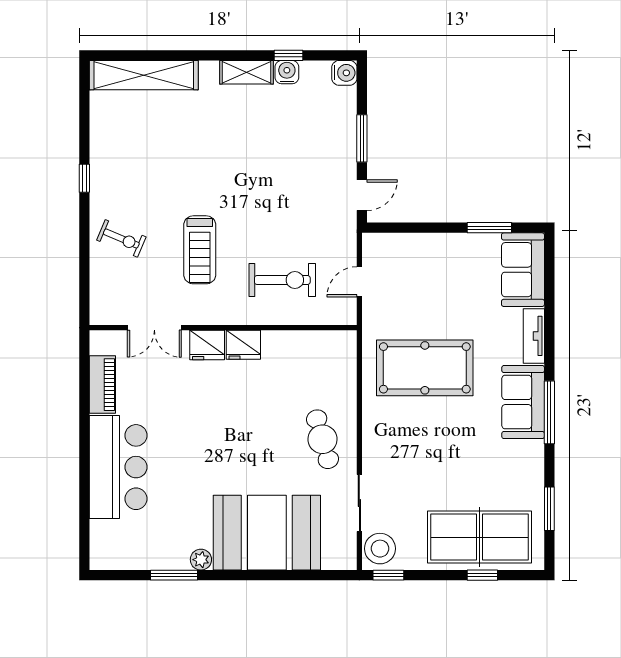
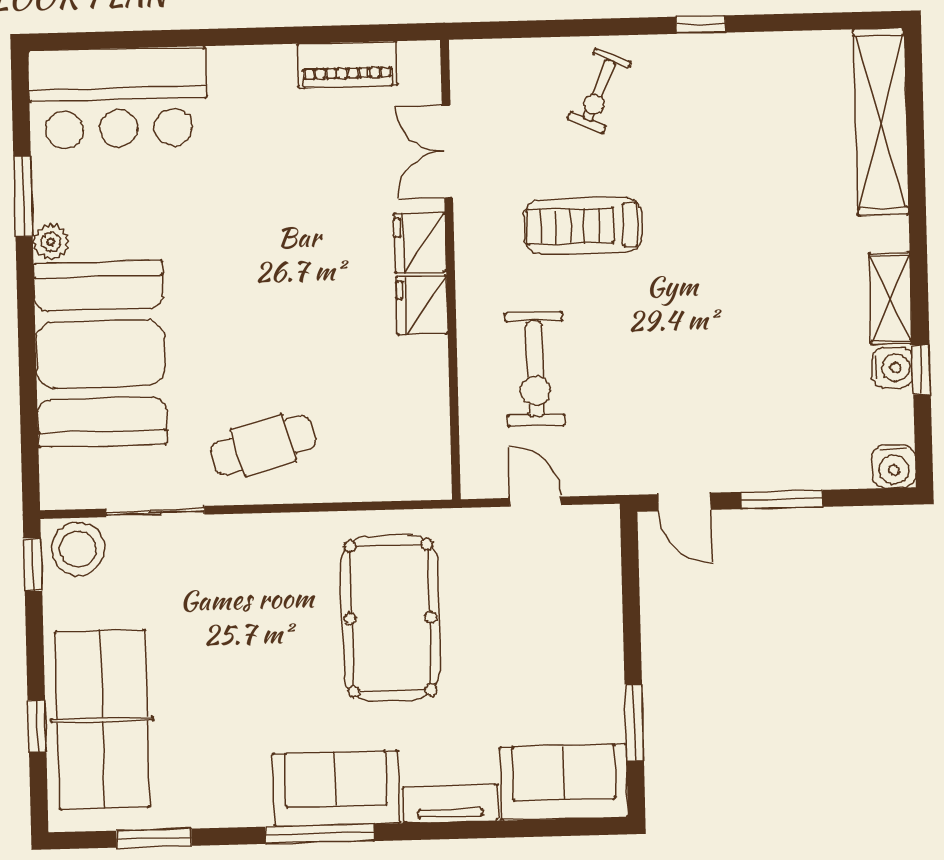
bar counter: (118, 467) -> (118, 98), moved

